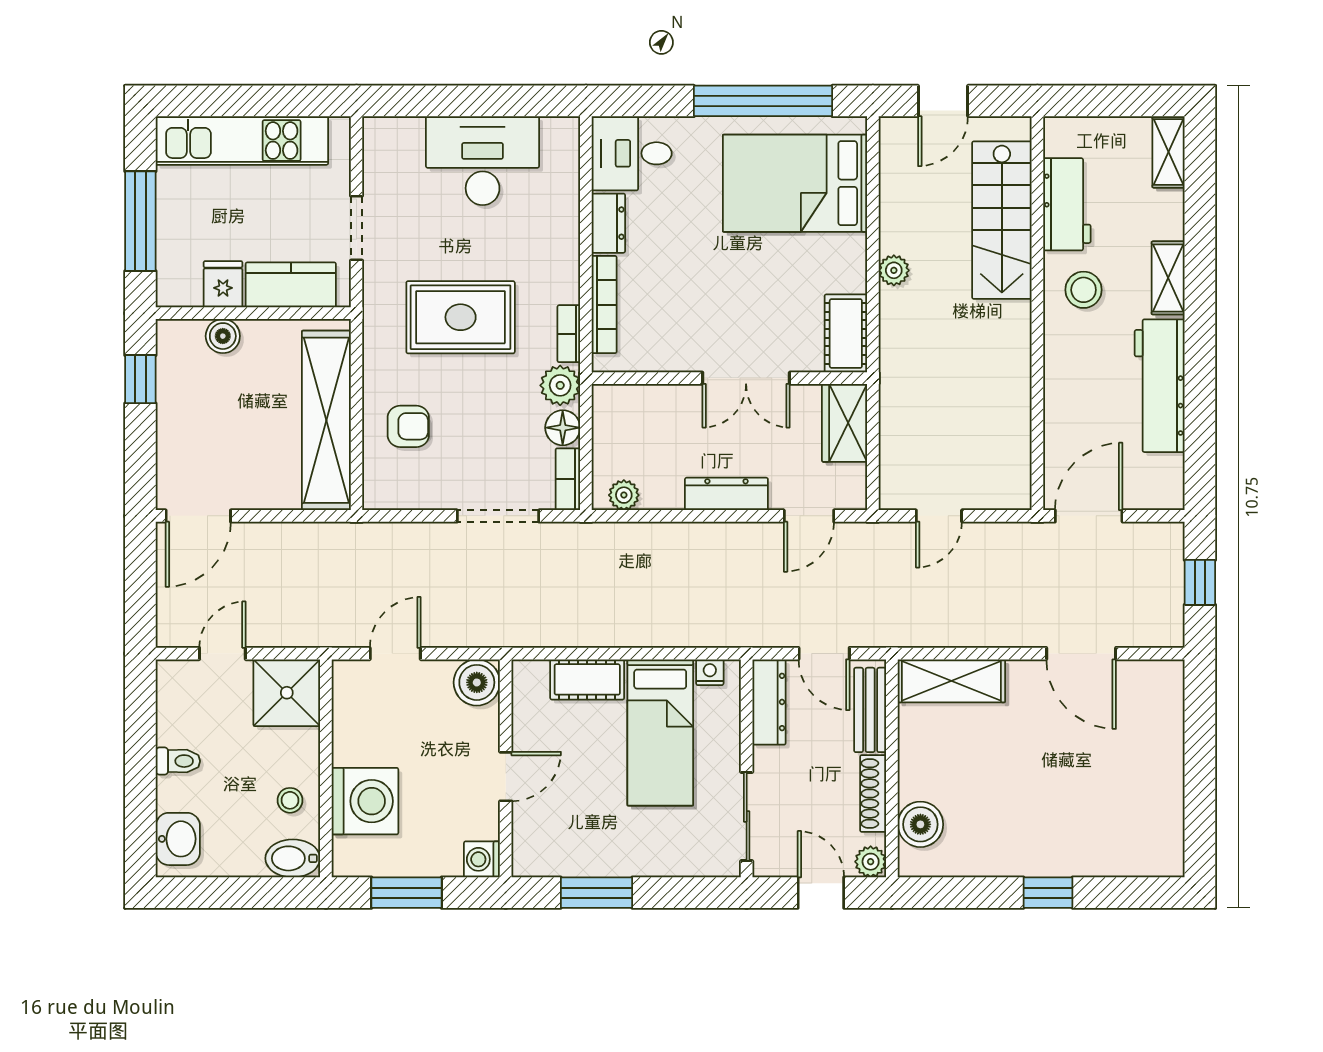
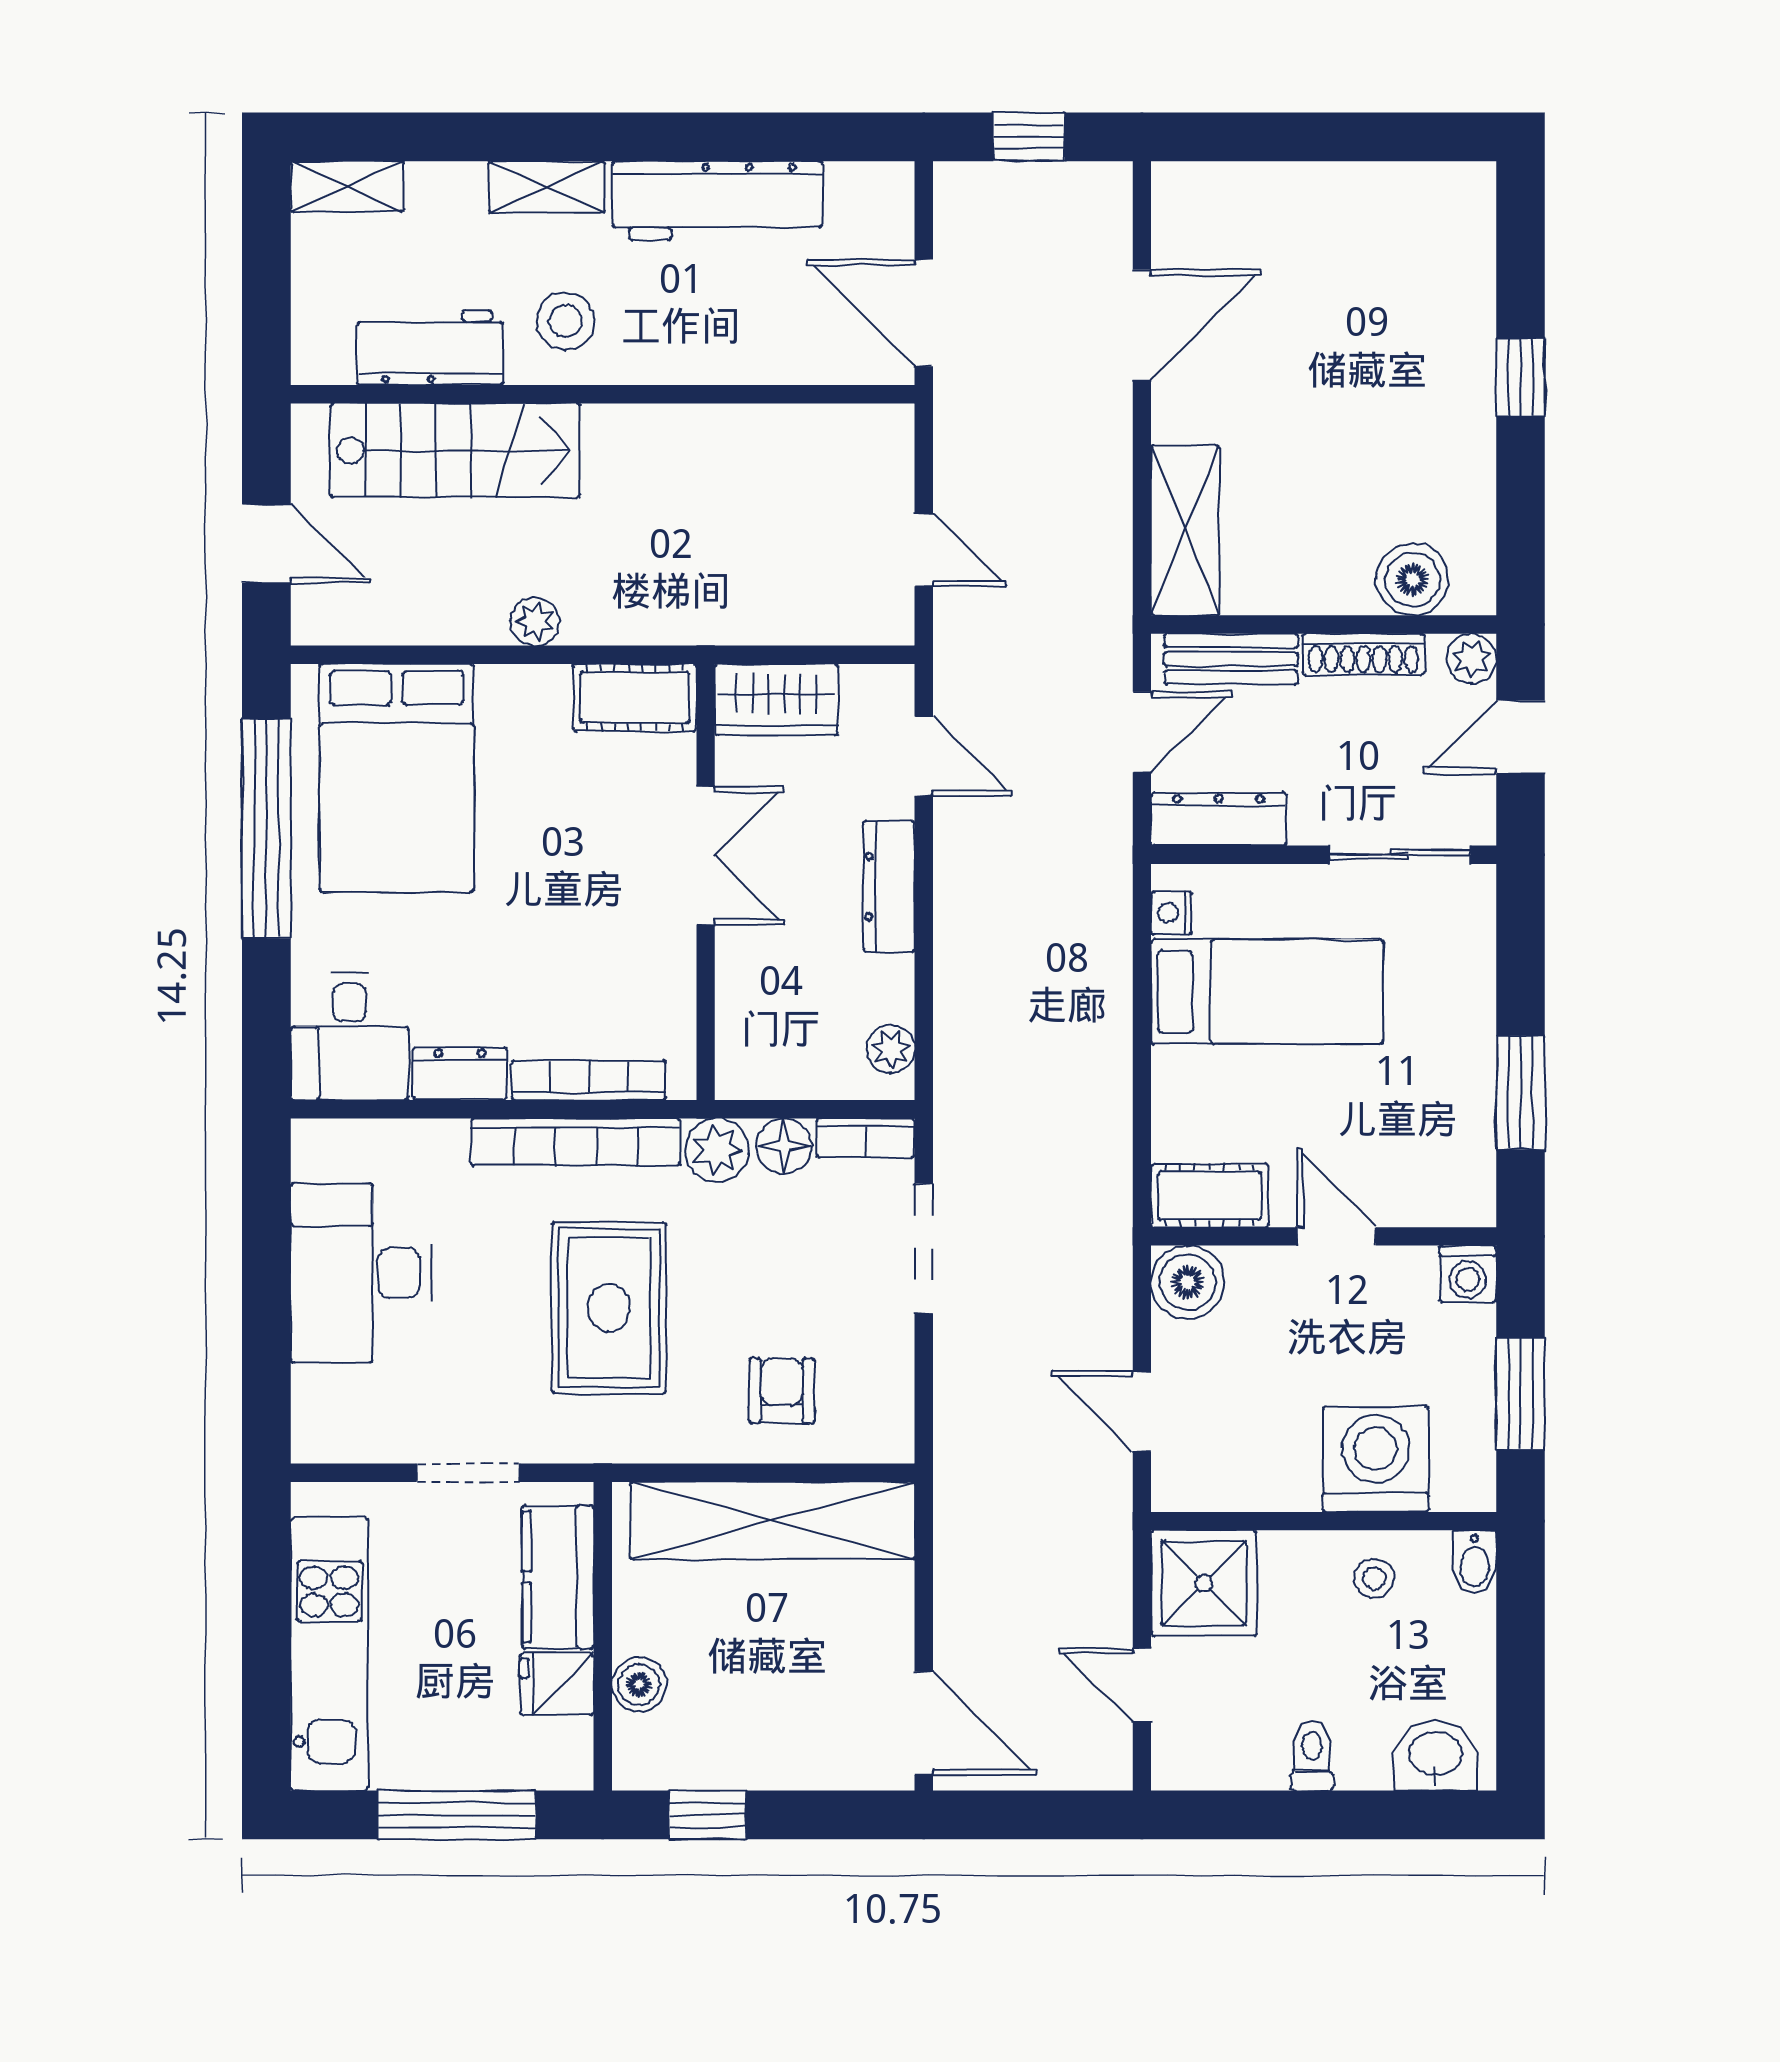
bookcase: (569, 334) -> (576, 1142), width x2.31, depth x1.31
cot: (587, 679) -> (1210, 1195), moved, turned 90
bidet: (293, 858) -> (1475, 1562), width x0.72, depth x0.74

